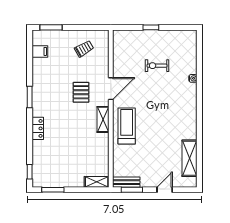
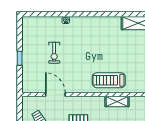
door: (111, 89) -> (55, 95), moved
shelving: (103, 119) -> (117, 102), moved

